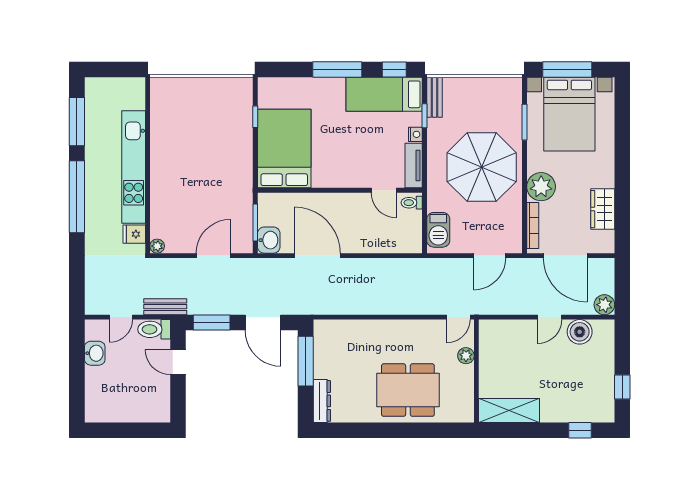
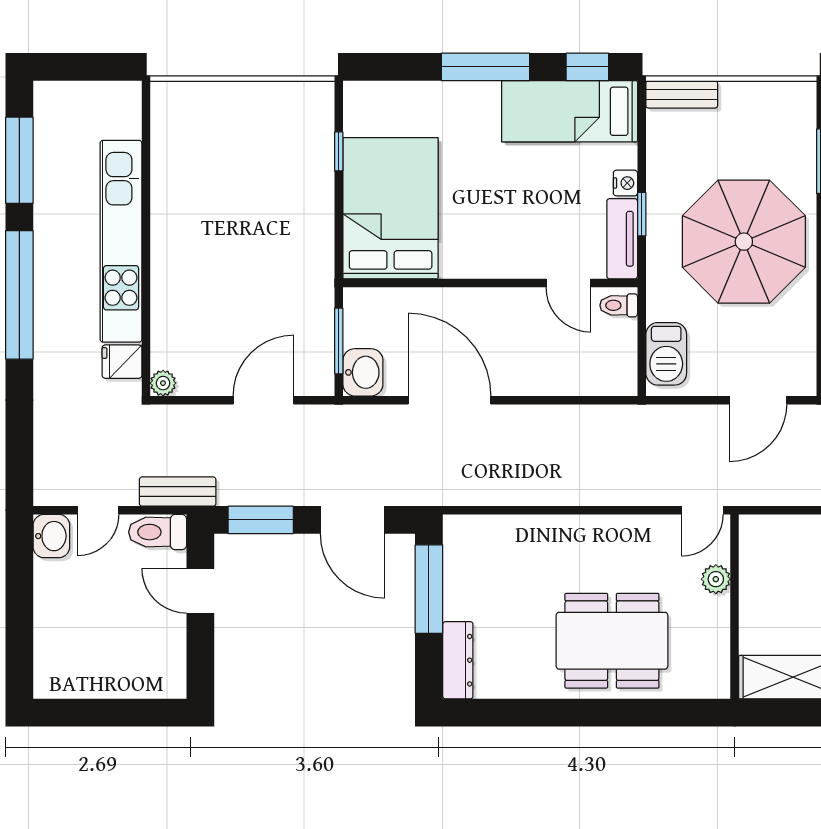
bench: (434, 97) -> (682, 94), moved, turned 90
window: (425, 116) -> (642, 214), moved
washbasin: (95, 353) -> (51, 536), moved

